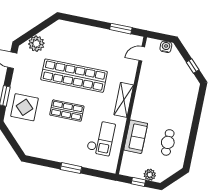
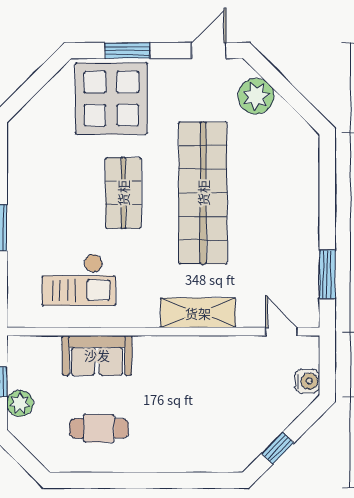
shelving: (124, 100) -> (198, 313), moved
display table: (24, 107) -> (111, 99), width x1.36, depth x1.36

